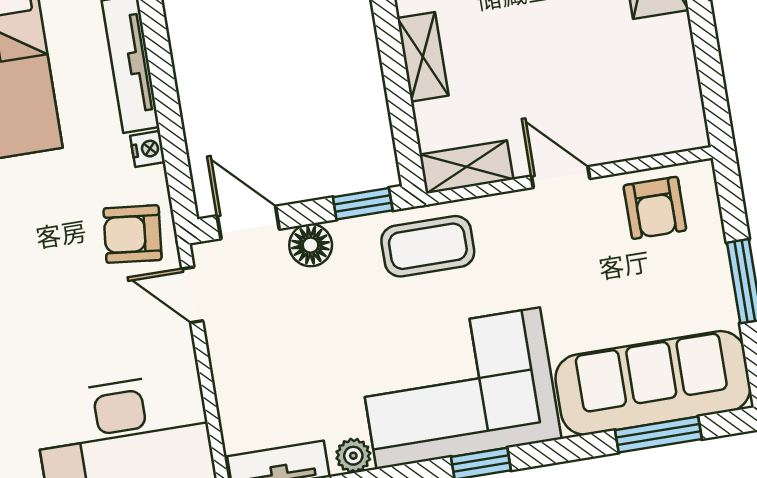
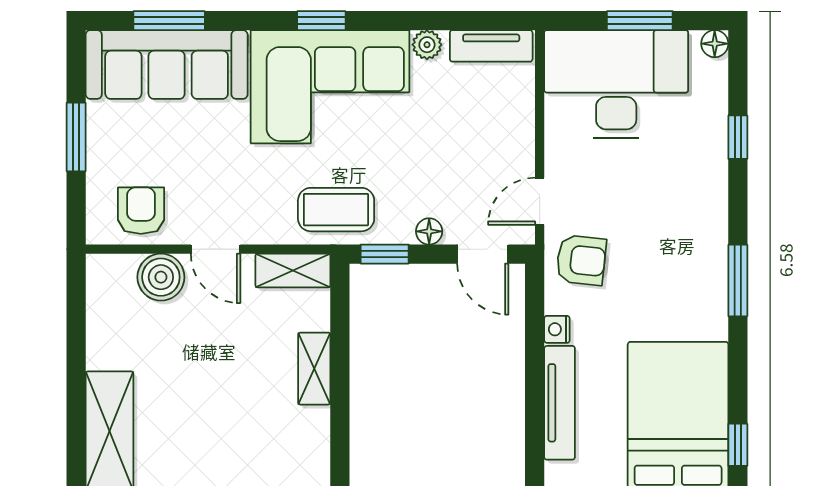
boiler: (619, 134) -> (161, 277), added
floor lamp: (311, 245) -> (429, 231), width x0.73, depth x0.73
door: (192, 295) -> (540, 201), swing flipped

